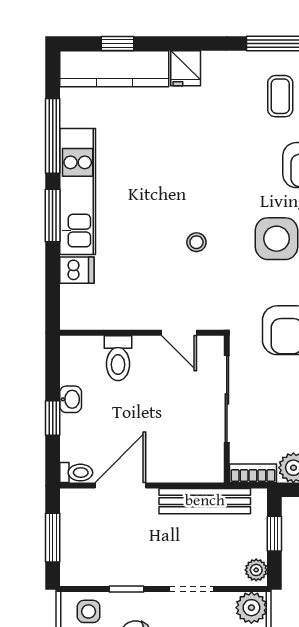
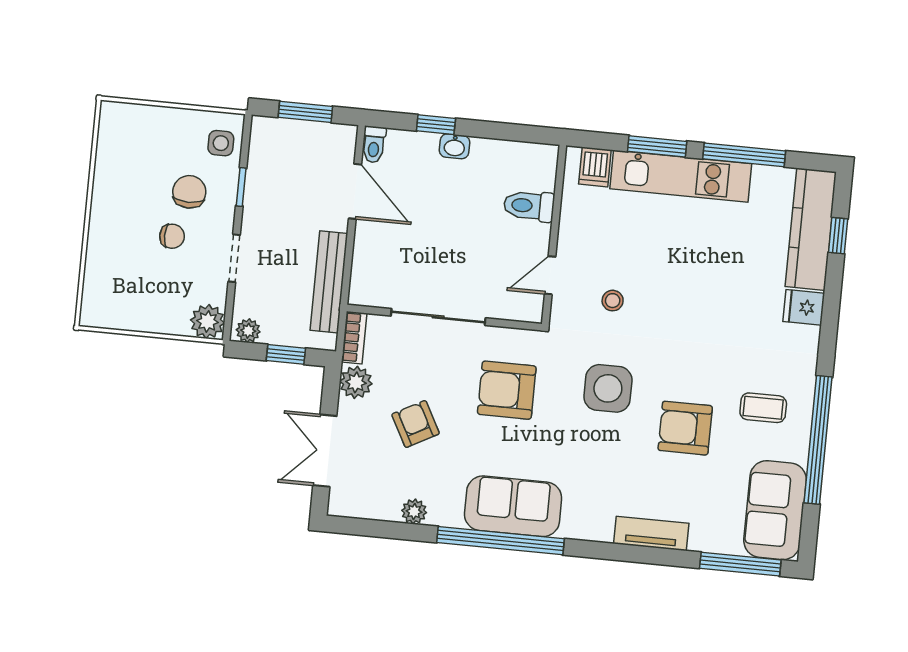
wall: (142, 333) -> (554, 235), moved
door: (179, 333) -> (550, 275), moved
toilet: (118, 358) -> (529, 206), moved

